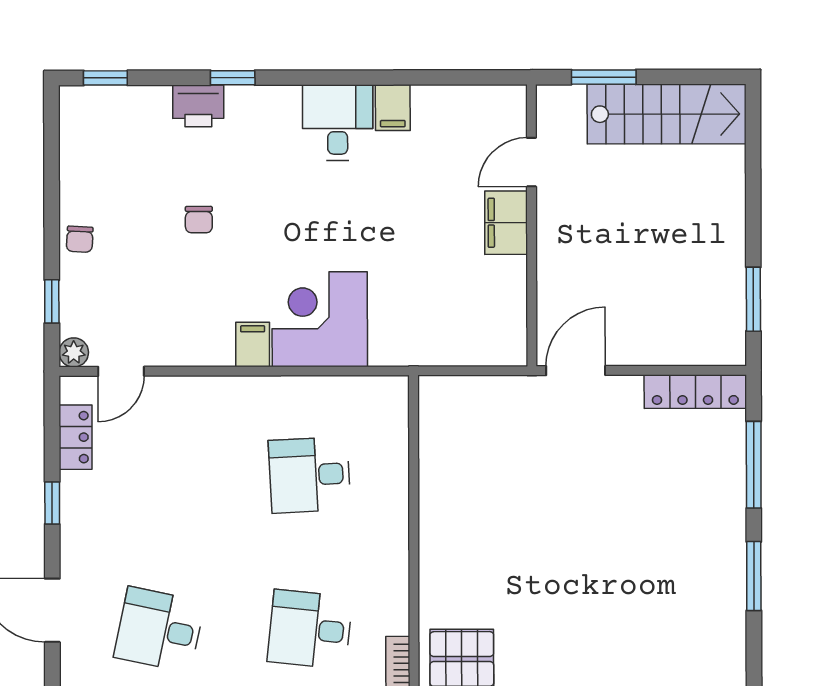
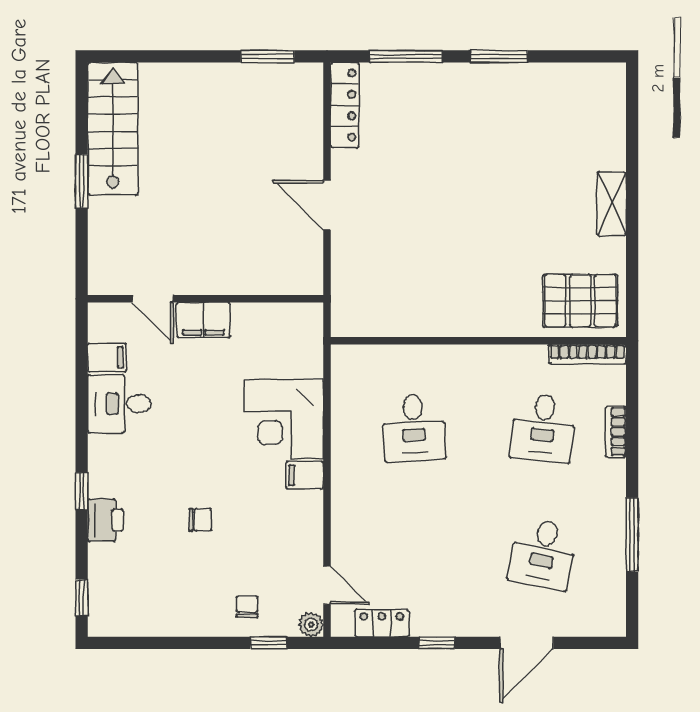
door: (531, 162) -> (153, 299), moved
filing cabinet: (506, 223) -> (203, 320), moved
wall: (532, 225) -> (206, 299), moved
chair: (80, 239) -> (247, 607), moved, turned -93

